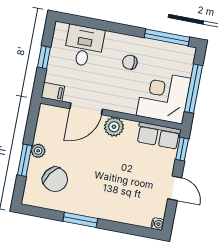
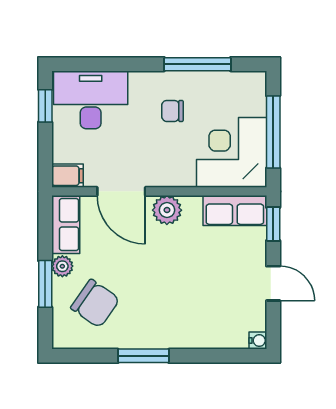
window: (167, 37) -> (197, 64), moved
desk: (84, 46) -> (91, 100), width x1.37
window: (44, 57) -> (45, 106), moved
door: (86, 109) -> (121, 191), hinge flipped
row of seats: (45, 124) -> (66, 224), added

